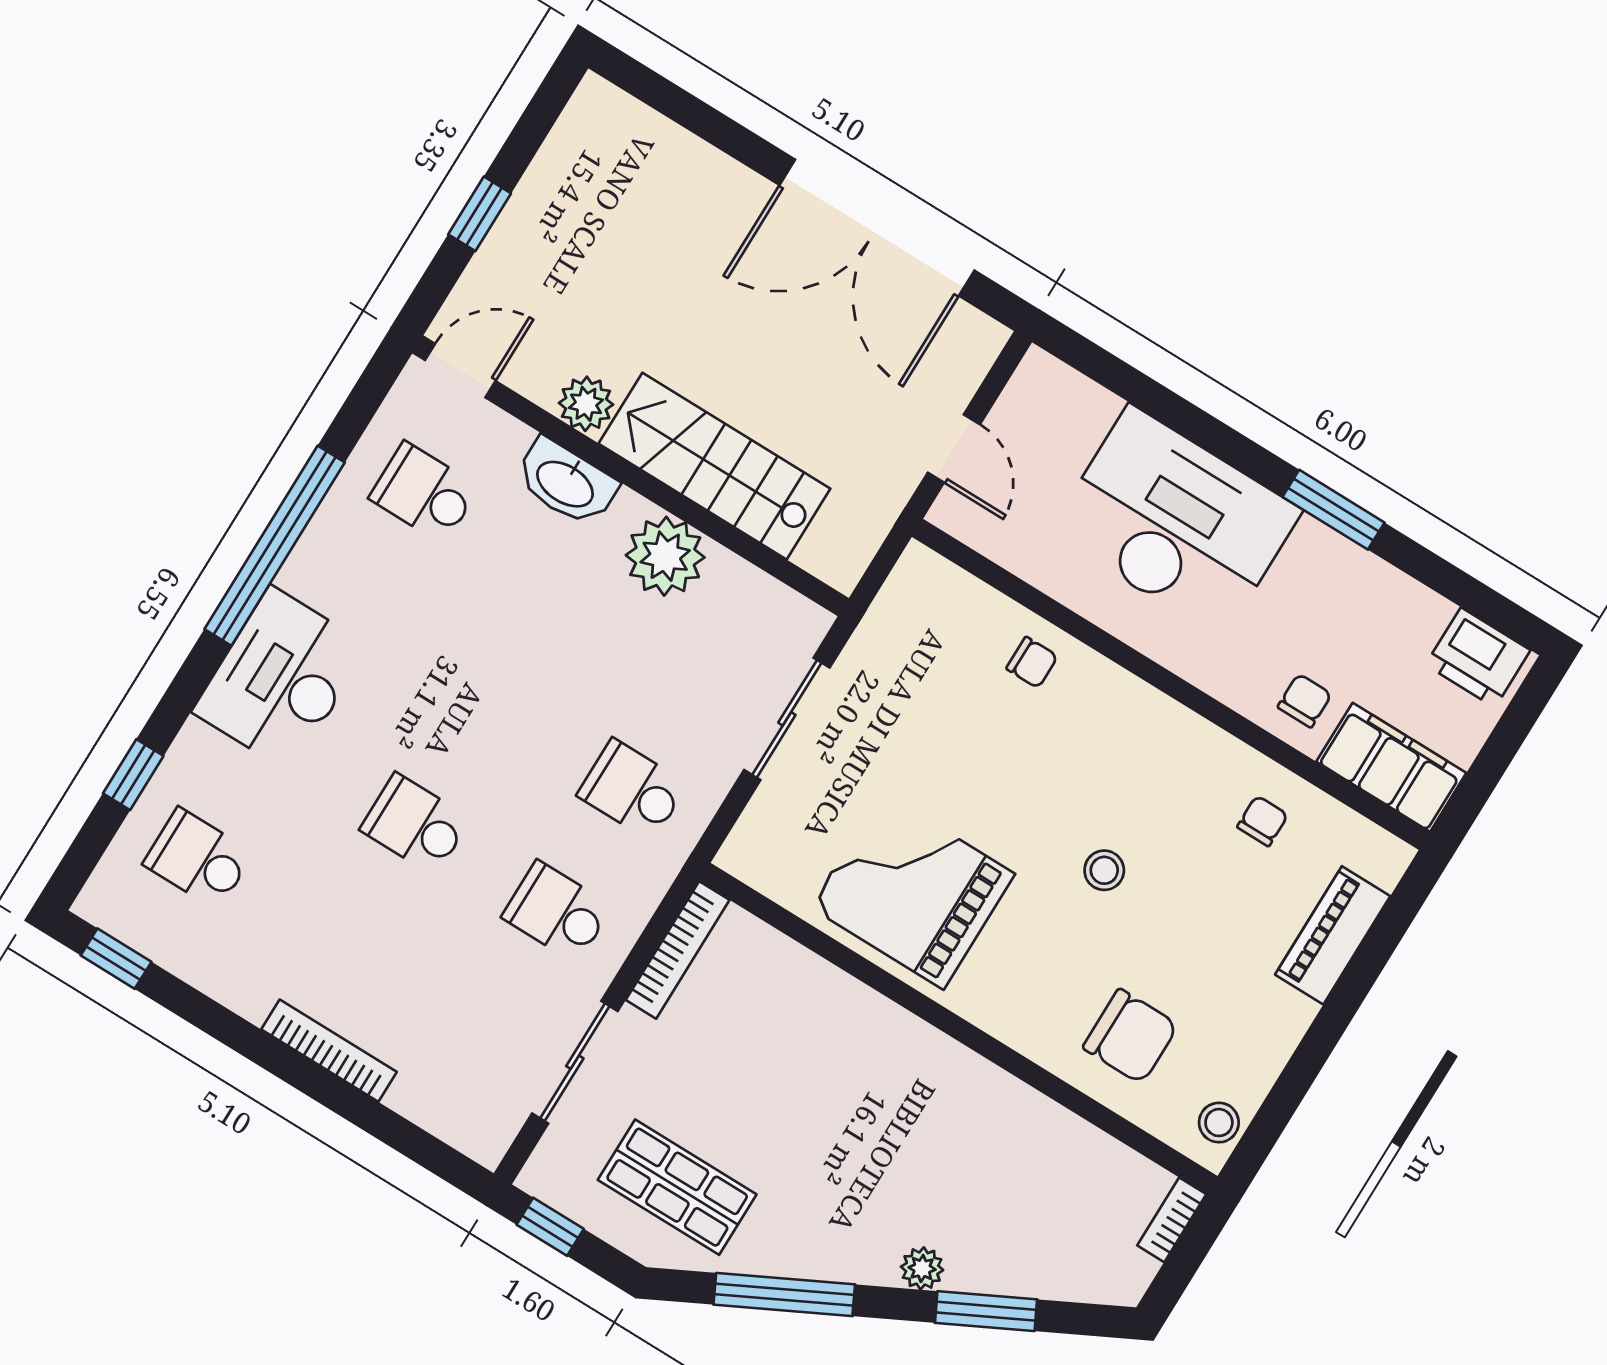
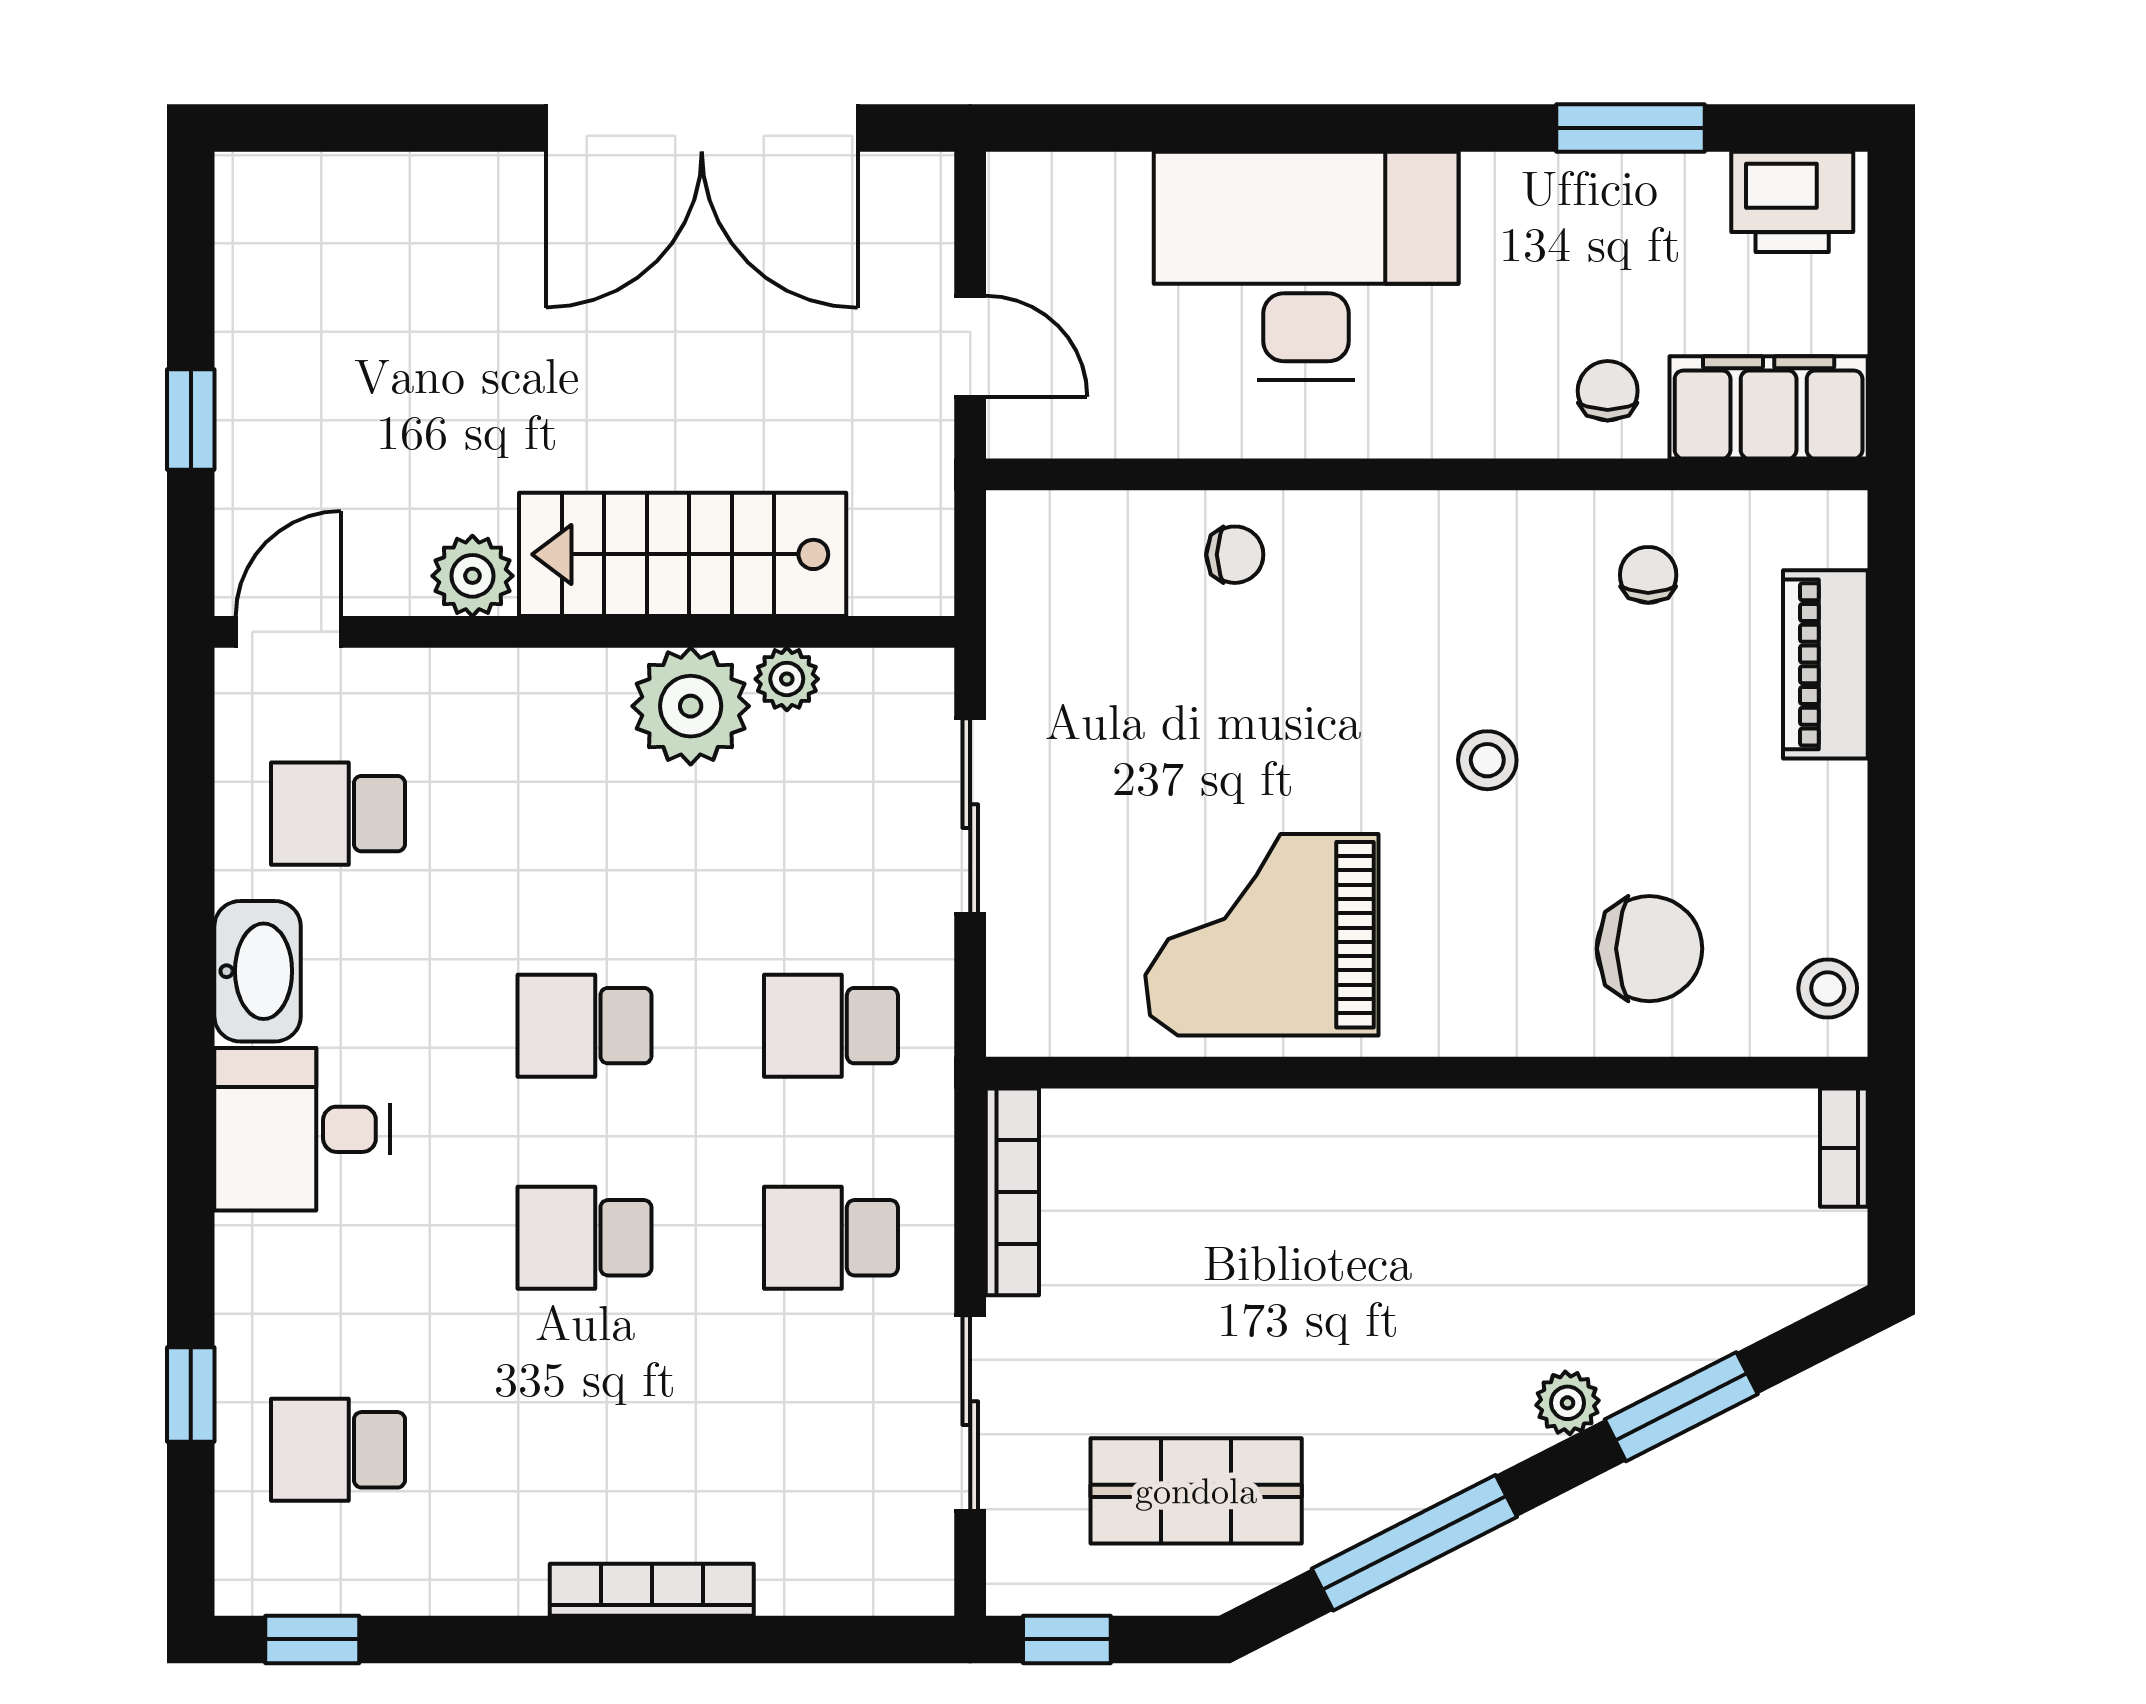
washbasin: (566, 483) -> (258, 971), moved, turned -90
window: (1334, 510) -> (1631, 128), moved
window: (275, 546) -> (191, 997), removed
plant: (730, 575) -> (787, 679), added
desk: (281, 679) -> (302, 1129), width x0.73
school desk: (491, 702) -> (584, 1026), added

